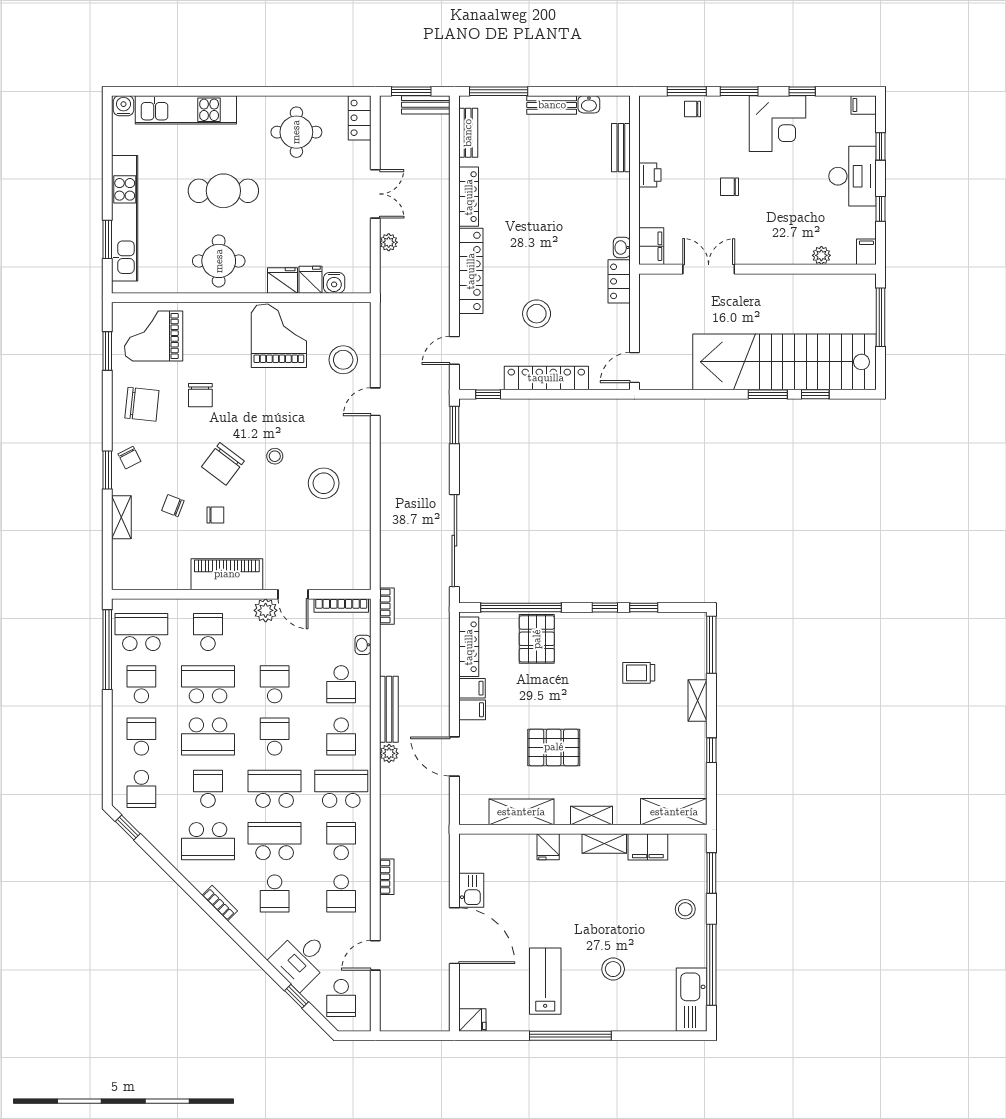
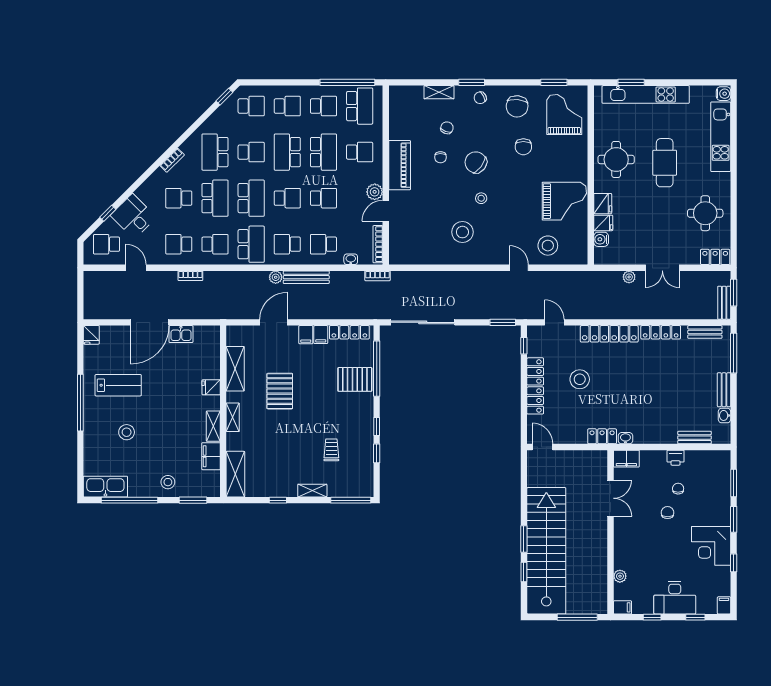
chair: (693, 109) -> (678, 489), moved
chair: (200, 395) -> (523, 147), turned -90
school desk: (141, 789) -> (251, 106), turned 180

